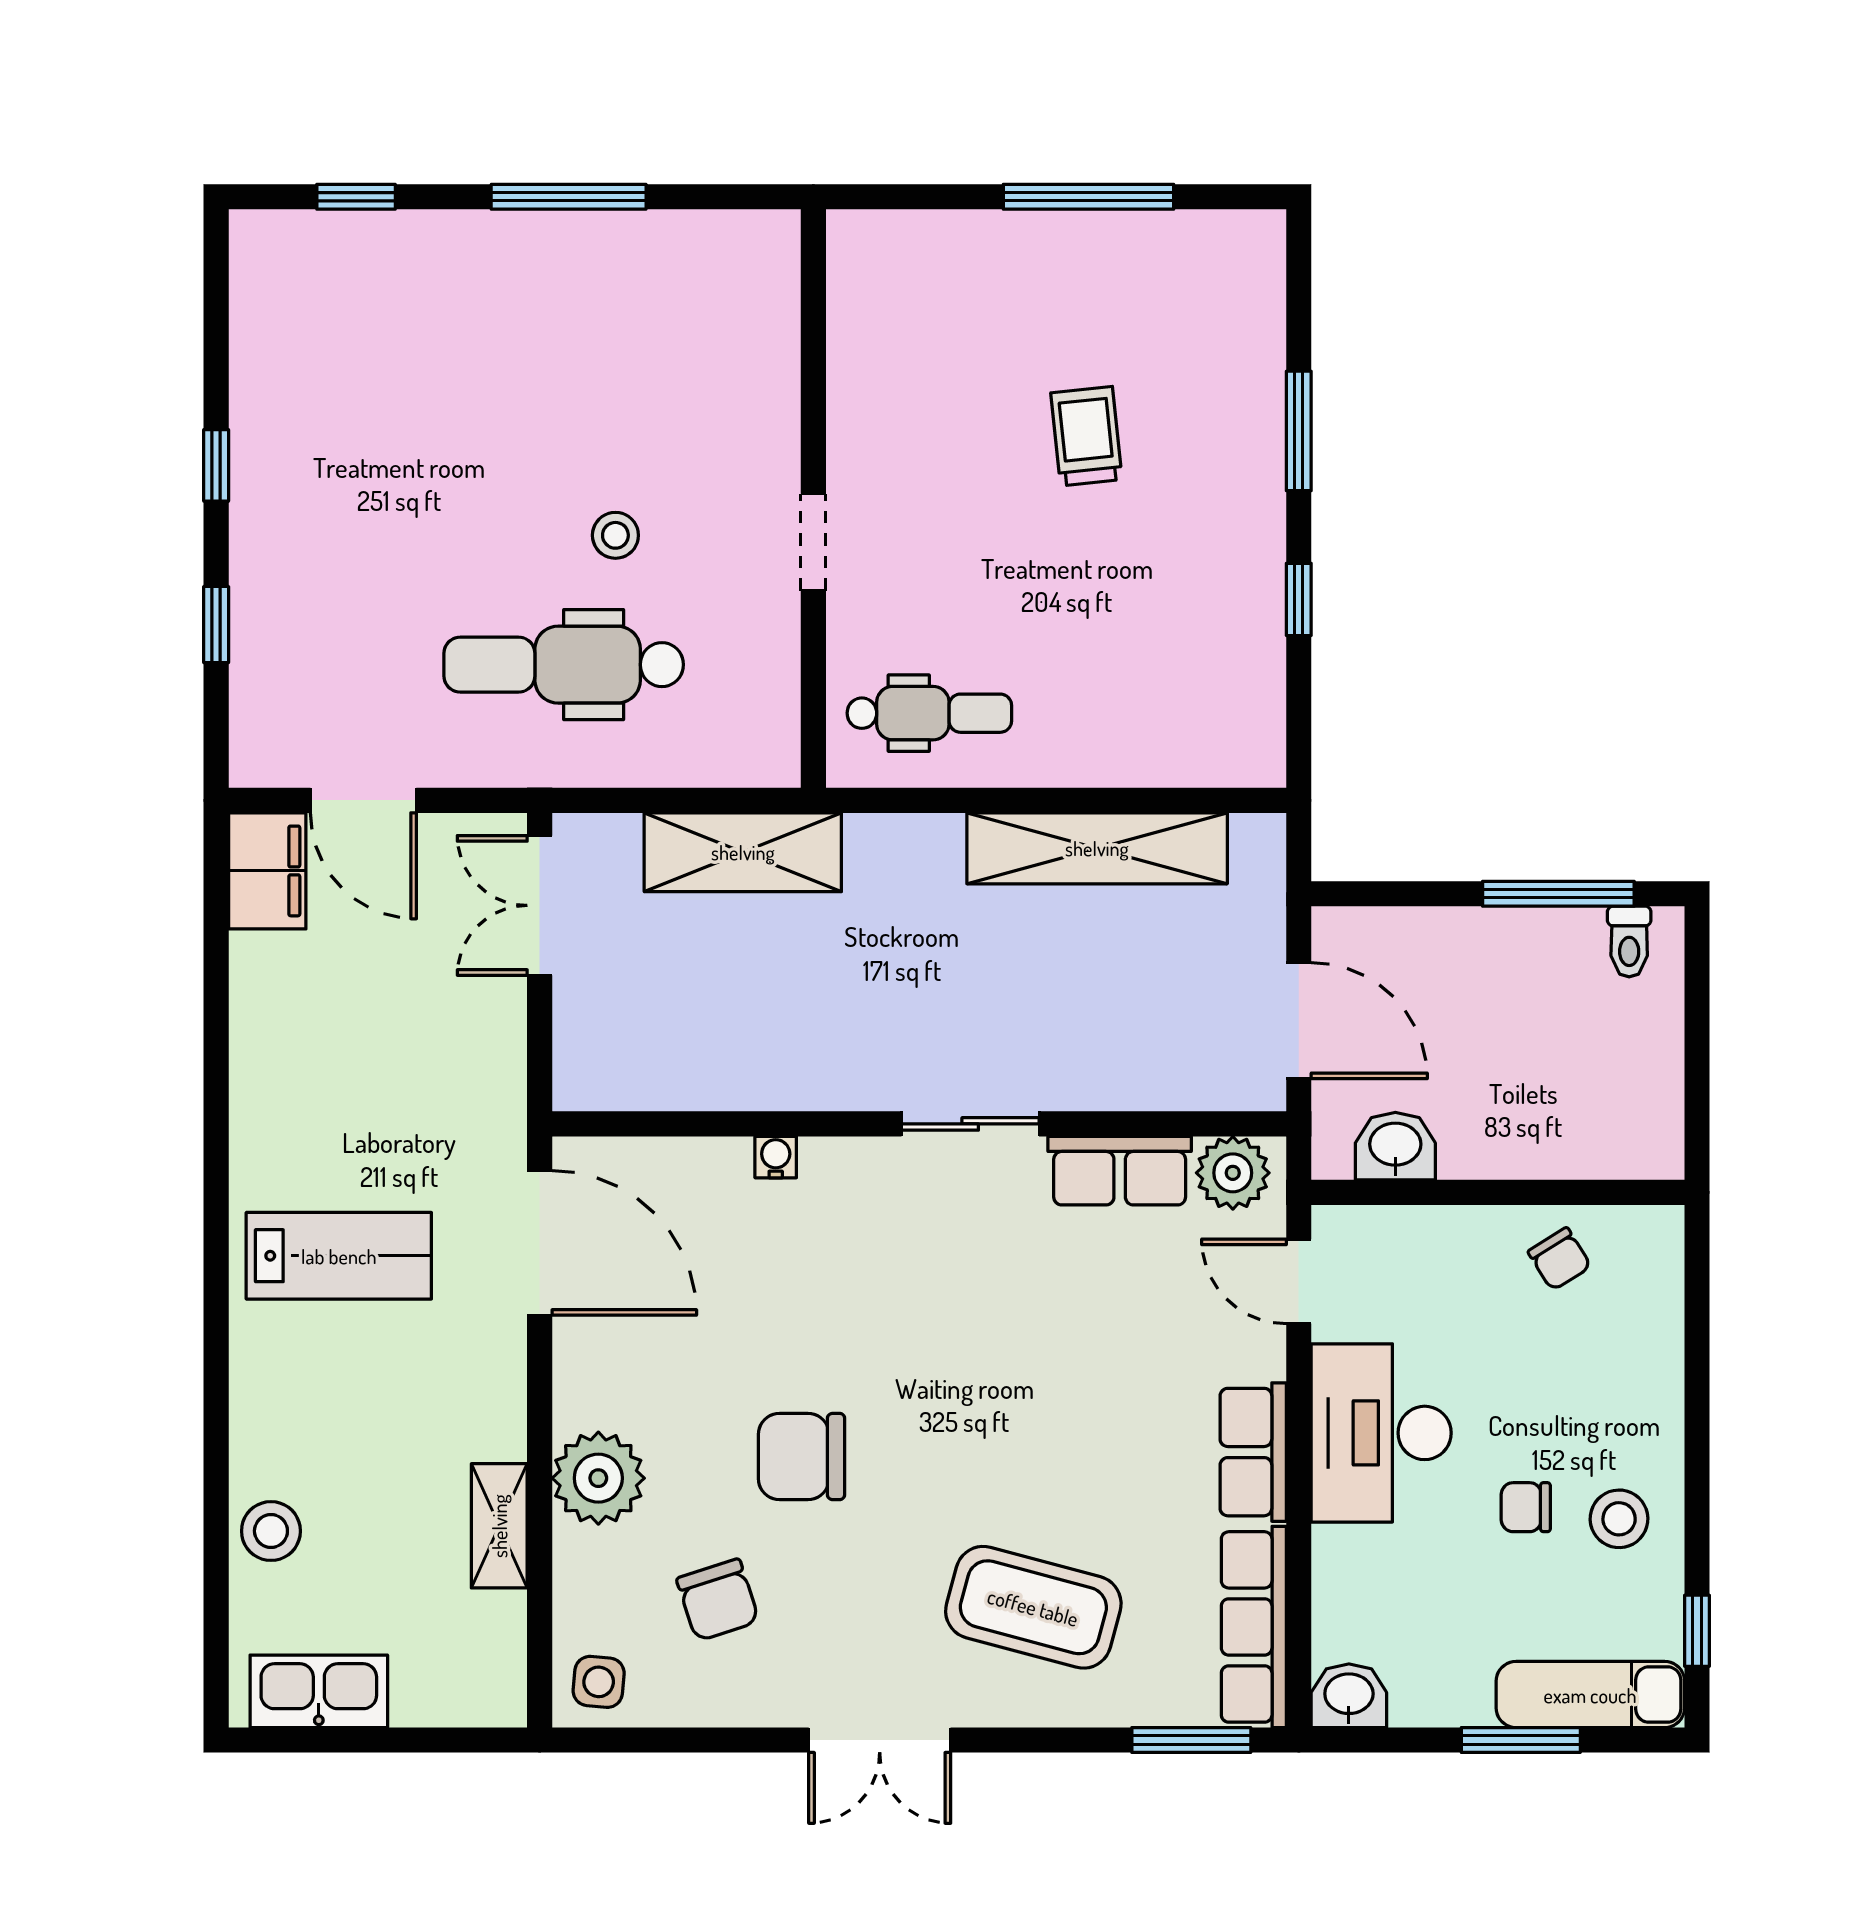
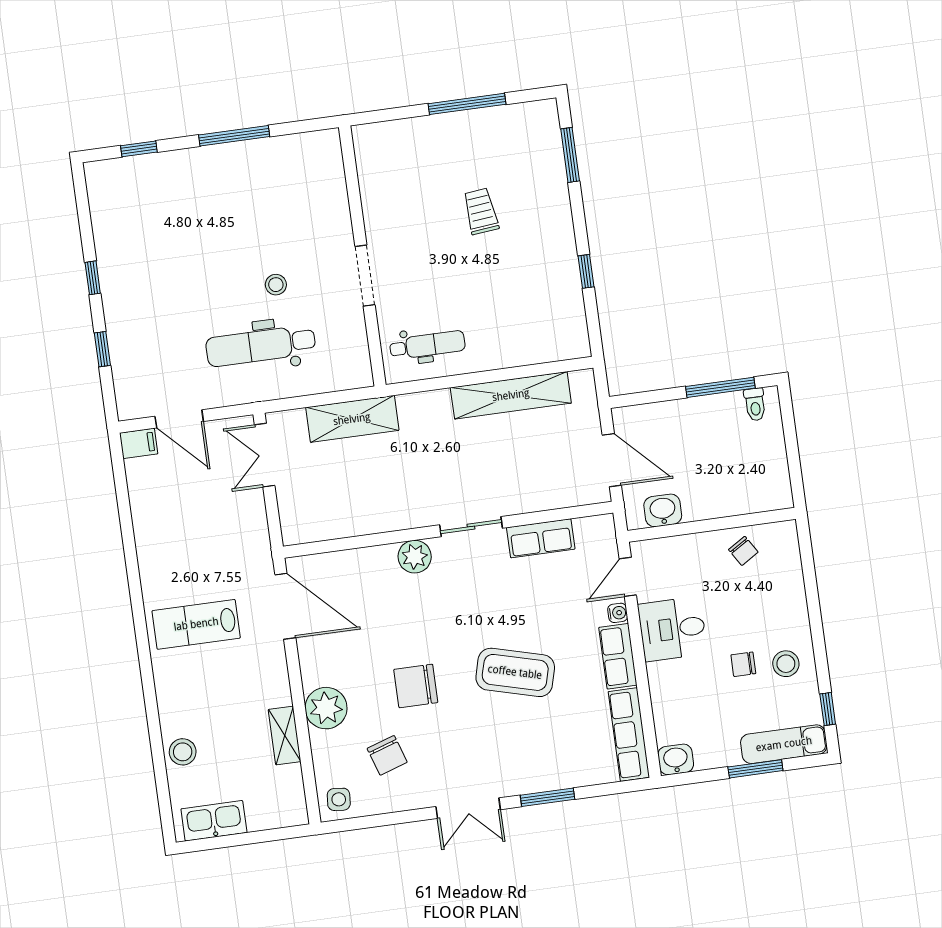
window: (1299, 431) -> (570, 155), moved
doorway: (813, 542) -> (365, 276), width x1.38
filing cabinet: (267, 871) -> (139, 443), width x0.50
water cooler: (776, 1157) -> (618, 613), moved, turned 90
plant: (1233, 1173) -> (415, 557), moved
lab bench: (339, 1256) -> (196, 624), turned 180
door: (1299, 1281) -> (628, 577), hinge flipped
desk: (1381, 1433) -> (673, 629), width x0.73
coffee table: (1033, 1607) -> (515, 672), moved
window: (1191, 1740) -> (548, 797), moved

